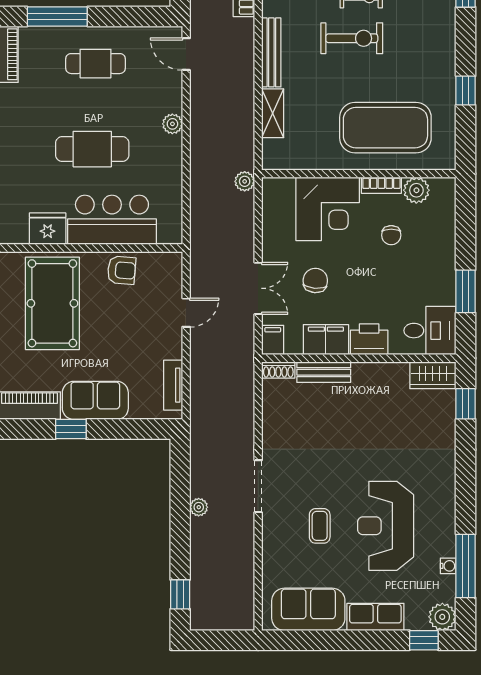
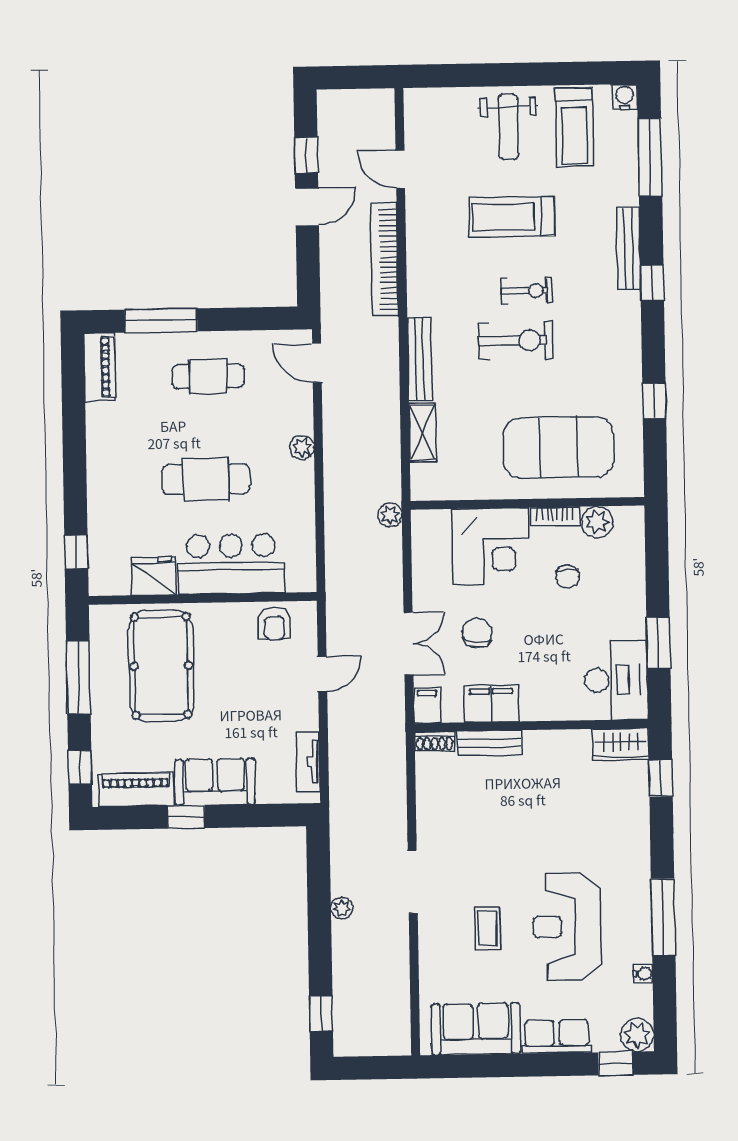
armchair: (122, 270) -> (274, 624), moved, turned 85
desk: (430, 331) -> (616, 680), width x1.37
printer: (369, 339) -> (543, 702), removed
window: (466, 566) -> (663, 917), moved

